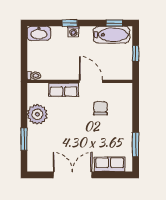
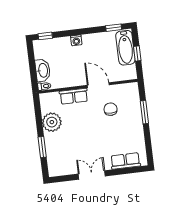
window: (70, 23) -> (45, 36), moved
washbasin: (39, 33) -> (43, 70), moved, turned -90
bathtub: (112, 35) -> (125, 48), moved, turned 90
window: (136, 145) -> (144, 112), moved
double door: (73, 175) -> (92, 175), width x0.73

